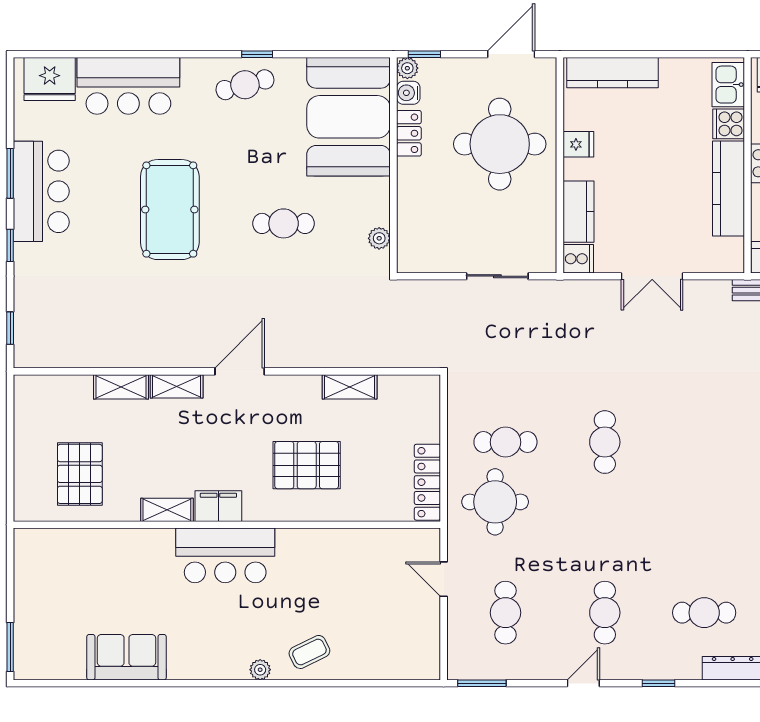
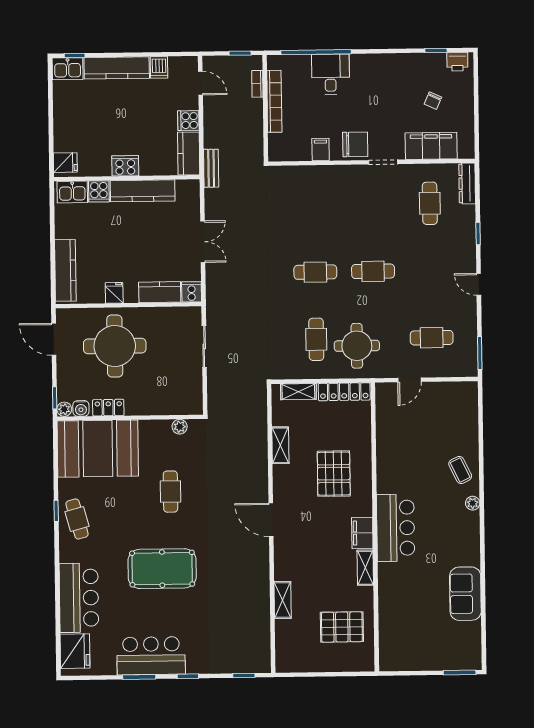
shelving: (177, 386) -> (298, 392), moved, turned 90
cafe table: (605, 613) -> (373, 271), moved

